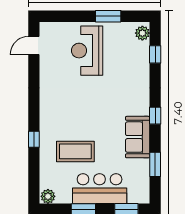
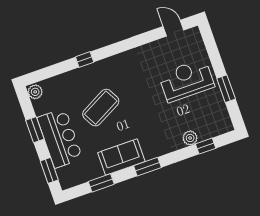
plant: (142, 33) -> (190, 138), moved
window: (155, 116) -> (147, 167), width x1.50
coffee table: (75, 151) -> (101, 108), moved, turned 62

